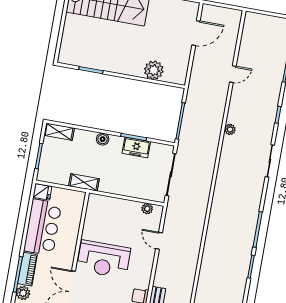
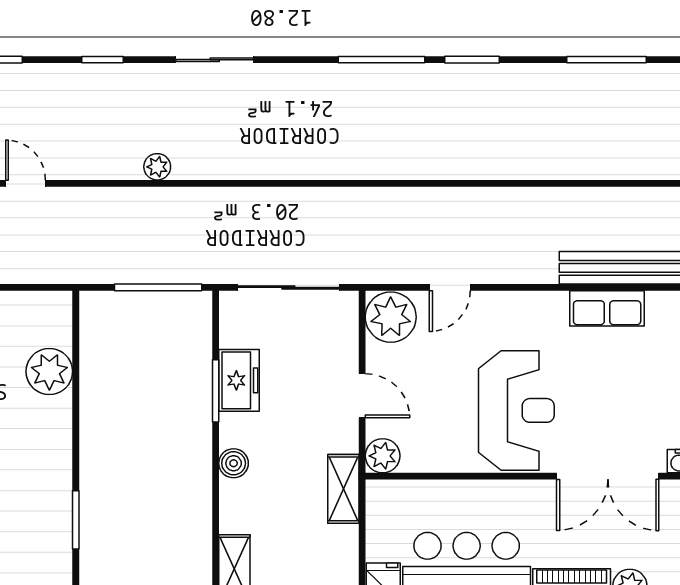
door: (121, 197) -> (362, 396), added
plant: (95, 201) -> (383, 456), added
plant: (147, 209) -> (391, 317), width x1.88, depth x1.88

